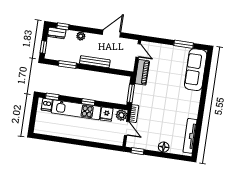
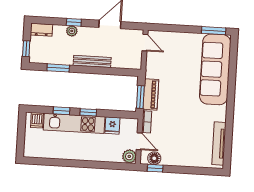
window: (63, 26) -> (74, 22), moved
window: (184, 44) -> (214, 31), moved
sofa: (196, 70) -> (215, 69), width x1.36, depth x1.27
piano: (142, 72) -> (151, 94), moved
window: (52, 97) -> (62, 111), moved
plant: (121, 115) -> (129, 156), moved
floor lamp: (164, 147) -> (154, 158), moved

